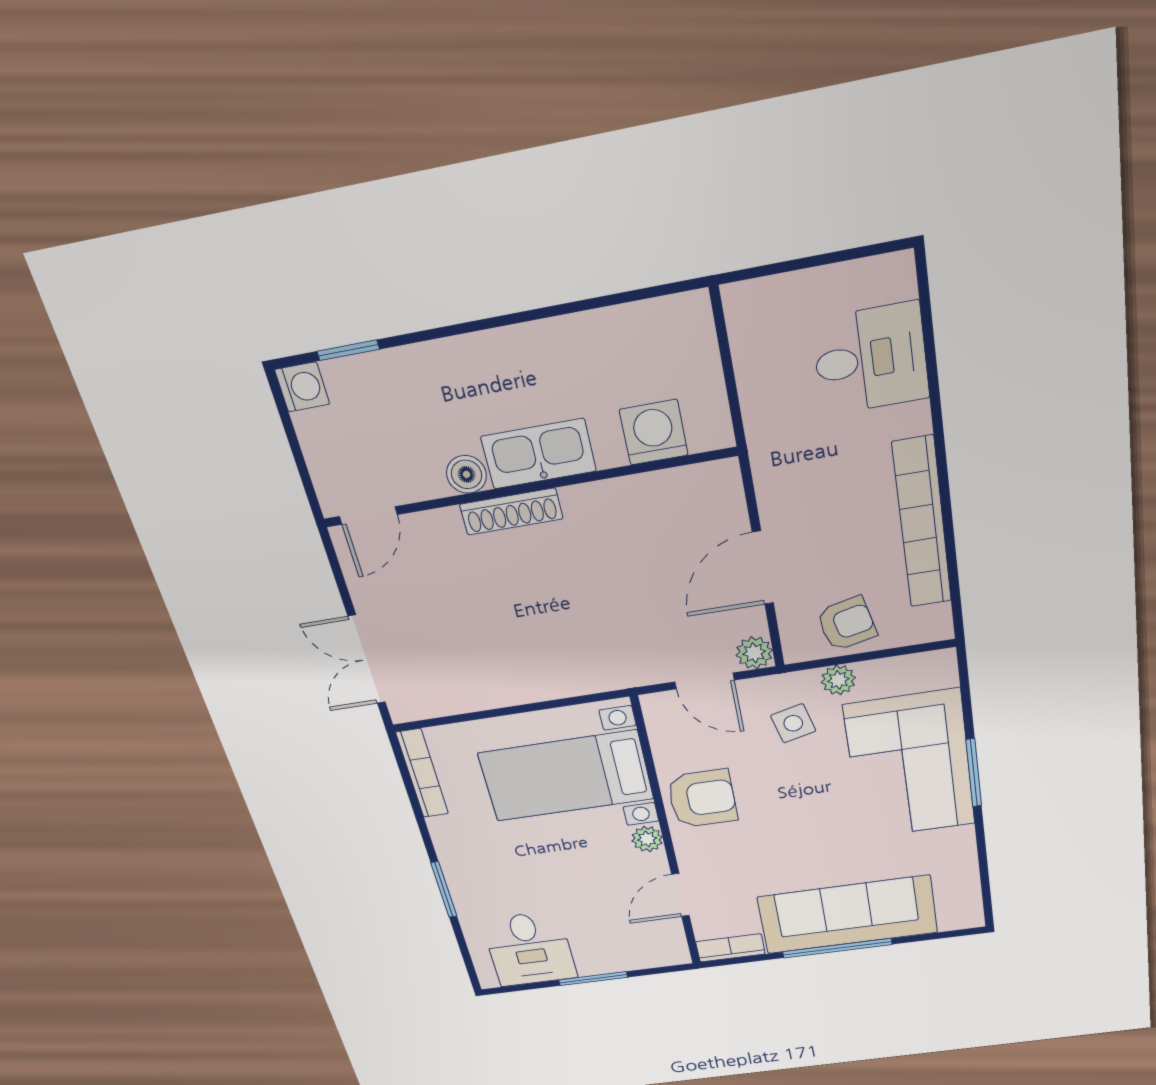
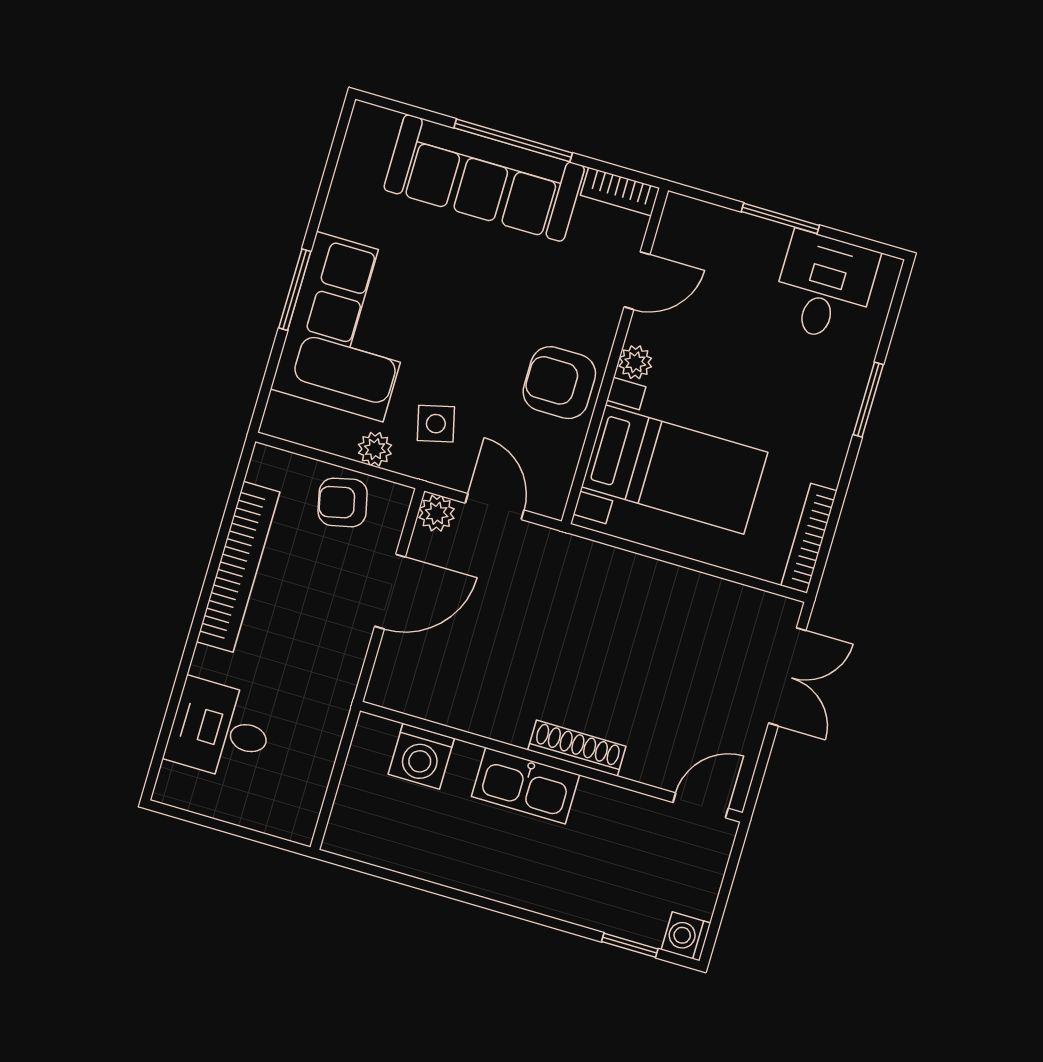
boiler: (466, 474) -> (596, 798), removed

